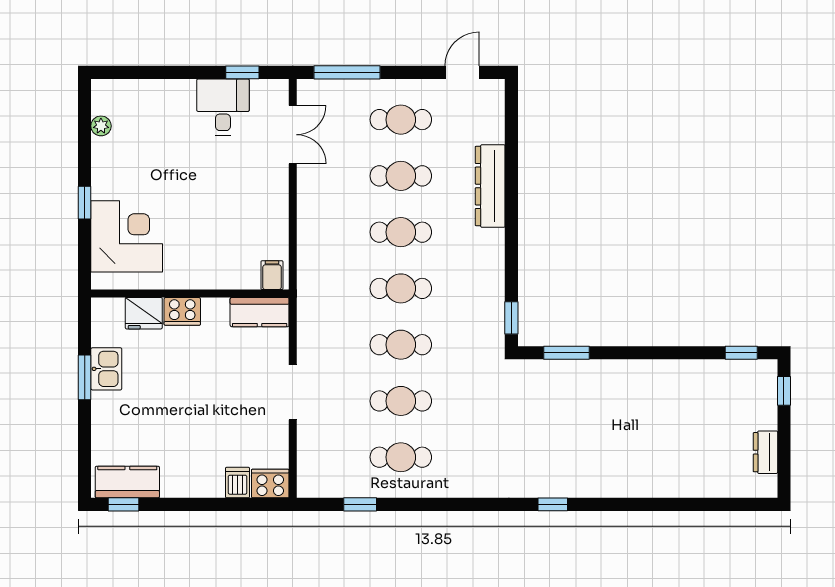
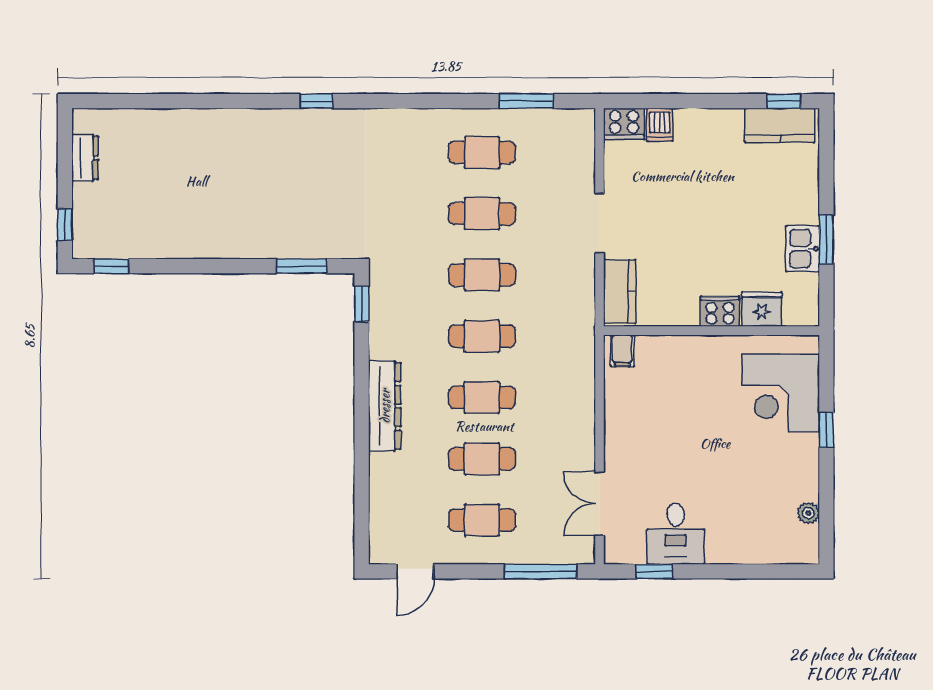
dresser: (490, 186) -> (385, 406), moved
kitchen counter: (260, 312) -> (620, 291), moved, turned 90
window: (360, 504) -> (526, 101), width x1.50

